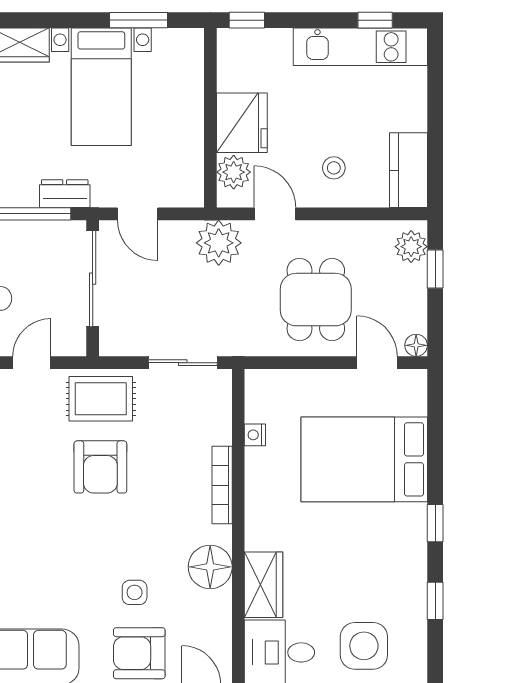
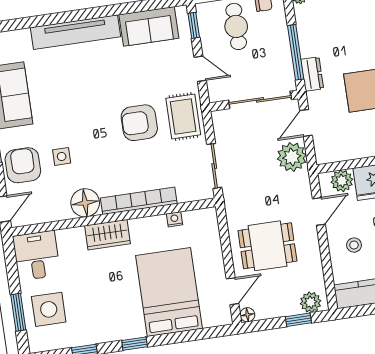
plant: (219, 243) -> (292, 157), moved
bookcase: (222, 485) -> (139, 201), width x1.48, depth x1.31
wardrobe: (263, 585) -> (107, 235), moved

